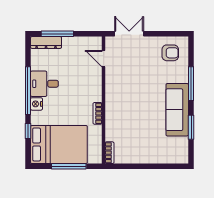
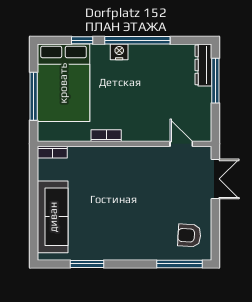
armchair: (170, 53) -> (189, 235), turned 93
door: (104, 59) -> (181, 144), hinge flipped
desk: (44, 84) -> (147, 63), removed
window: (191, 84) -> (180, 264), moved
sofa: (177, 110) -> (53, 217), moved, turned 90

